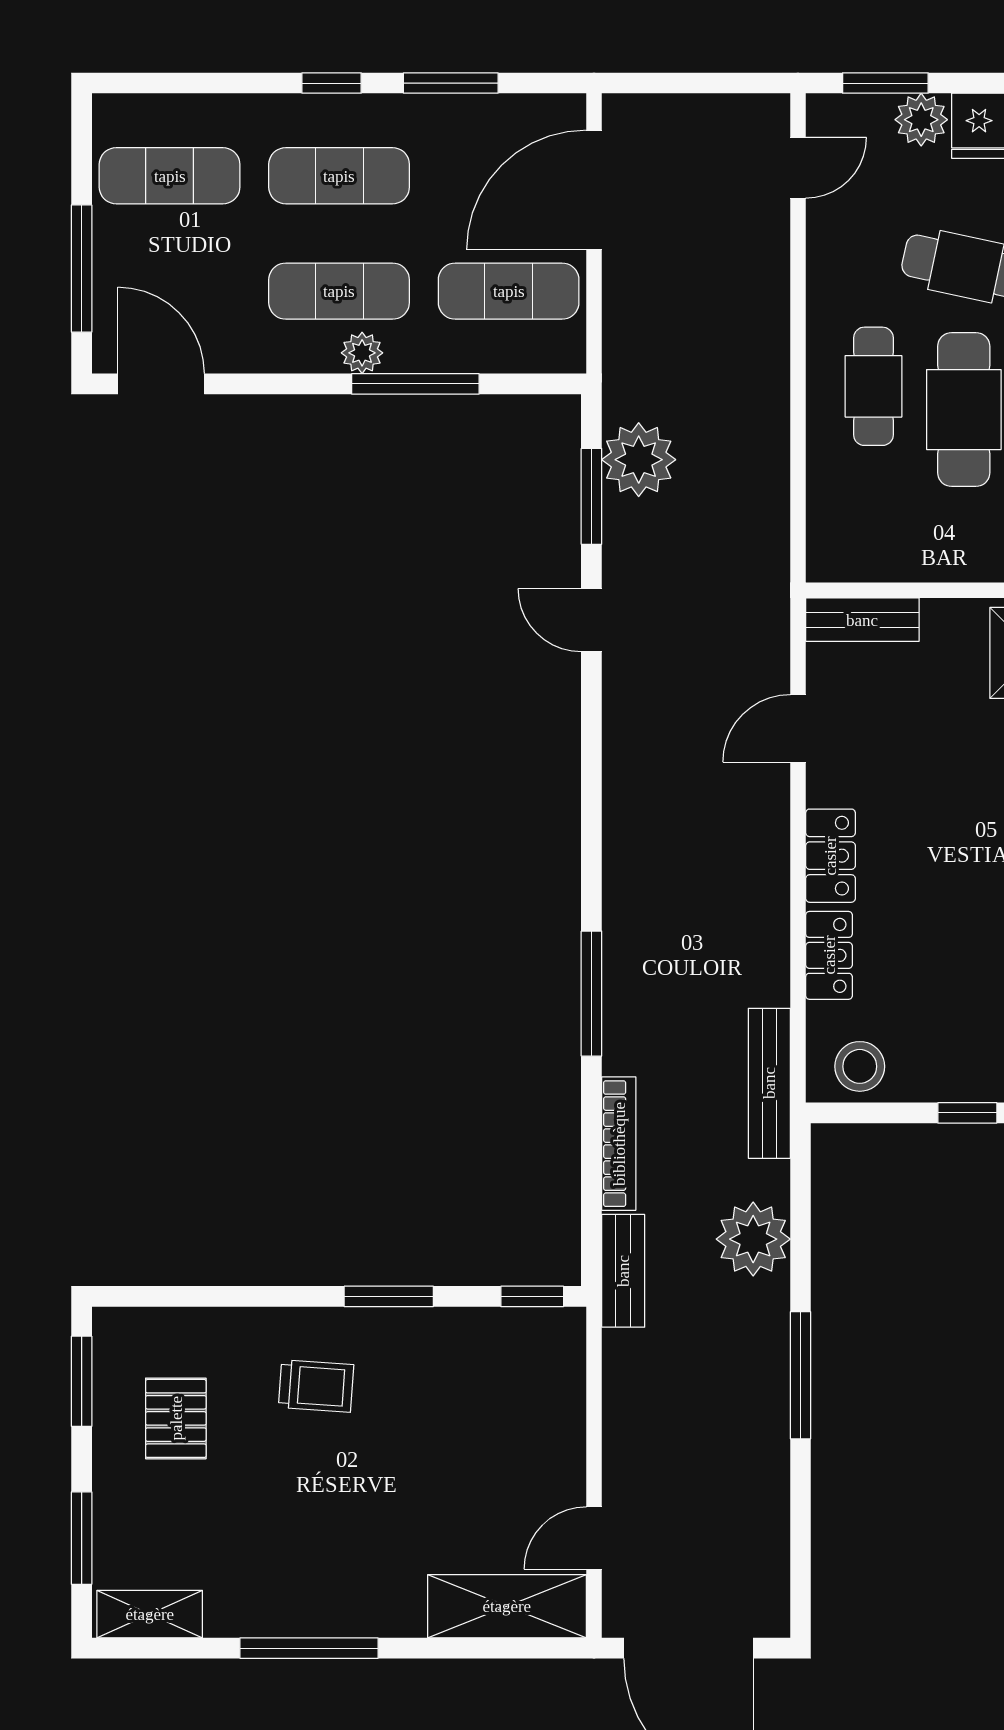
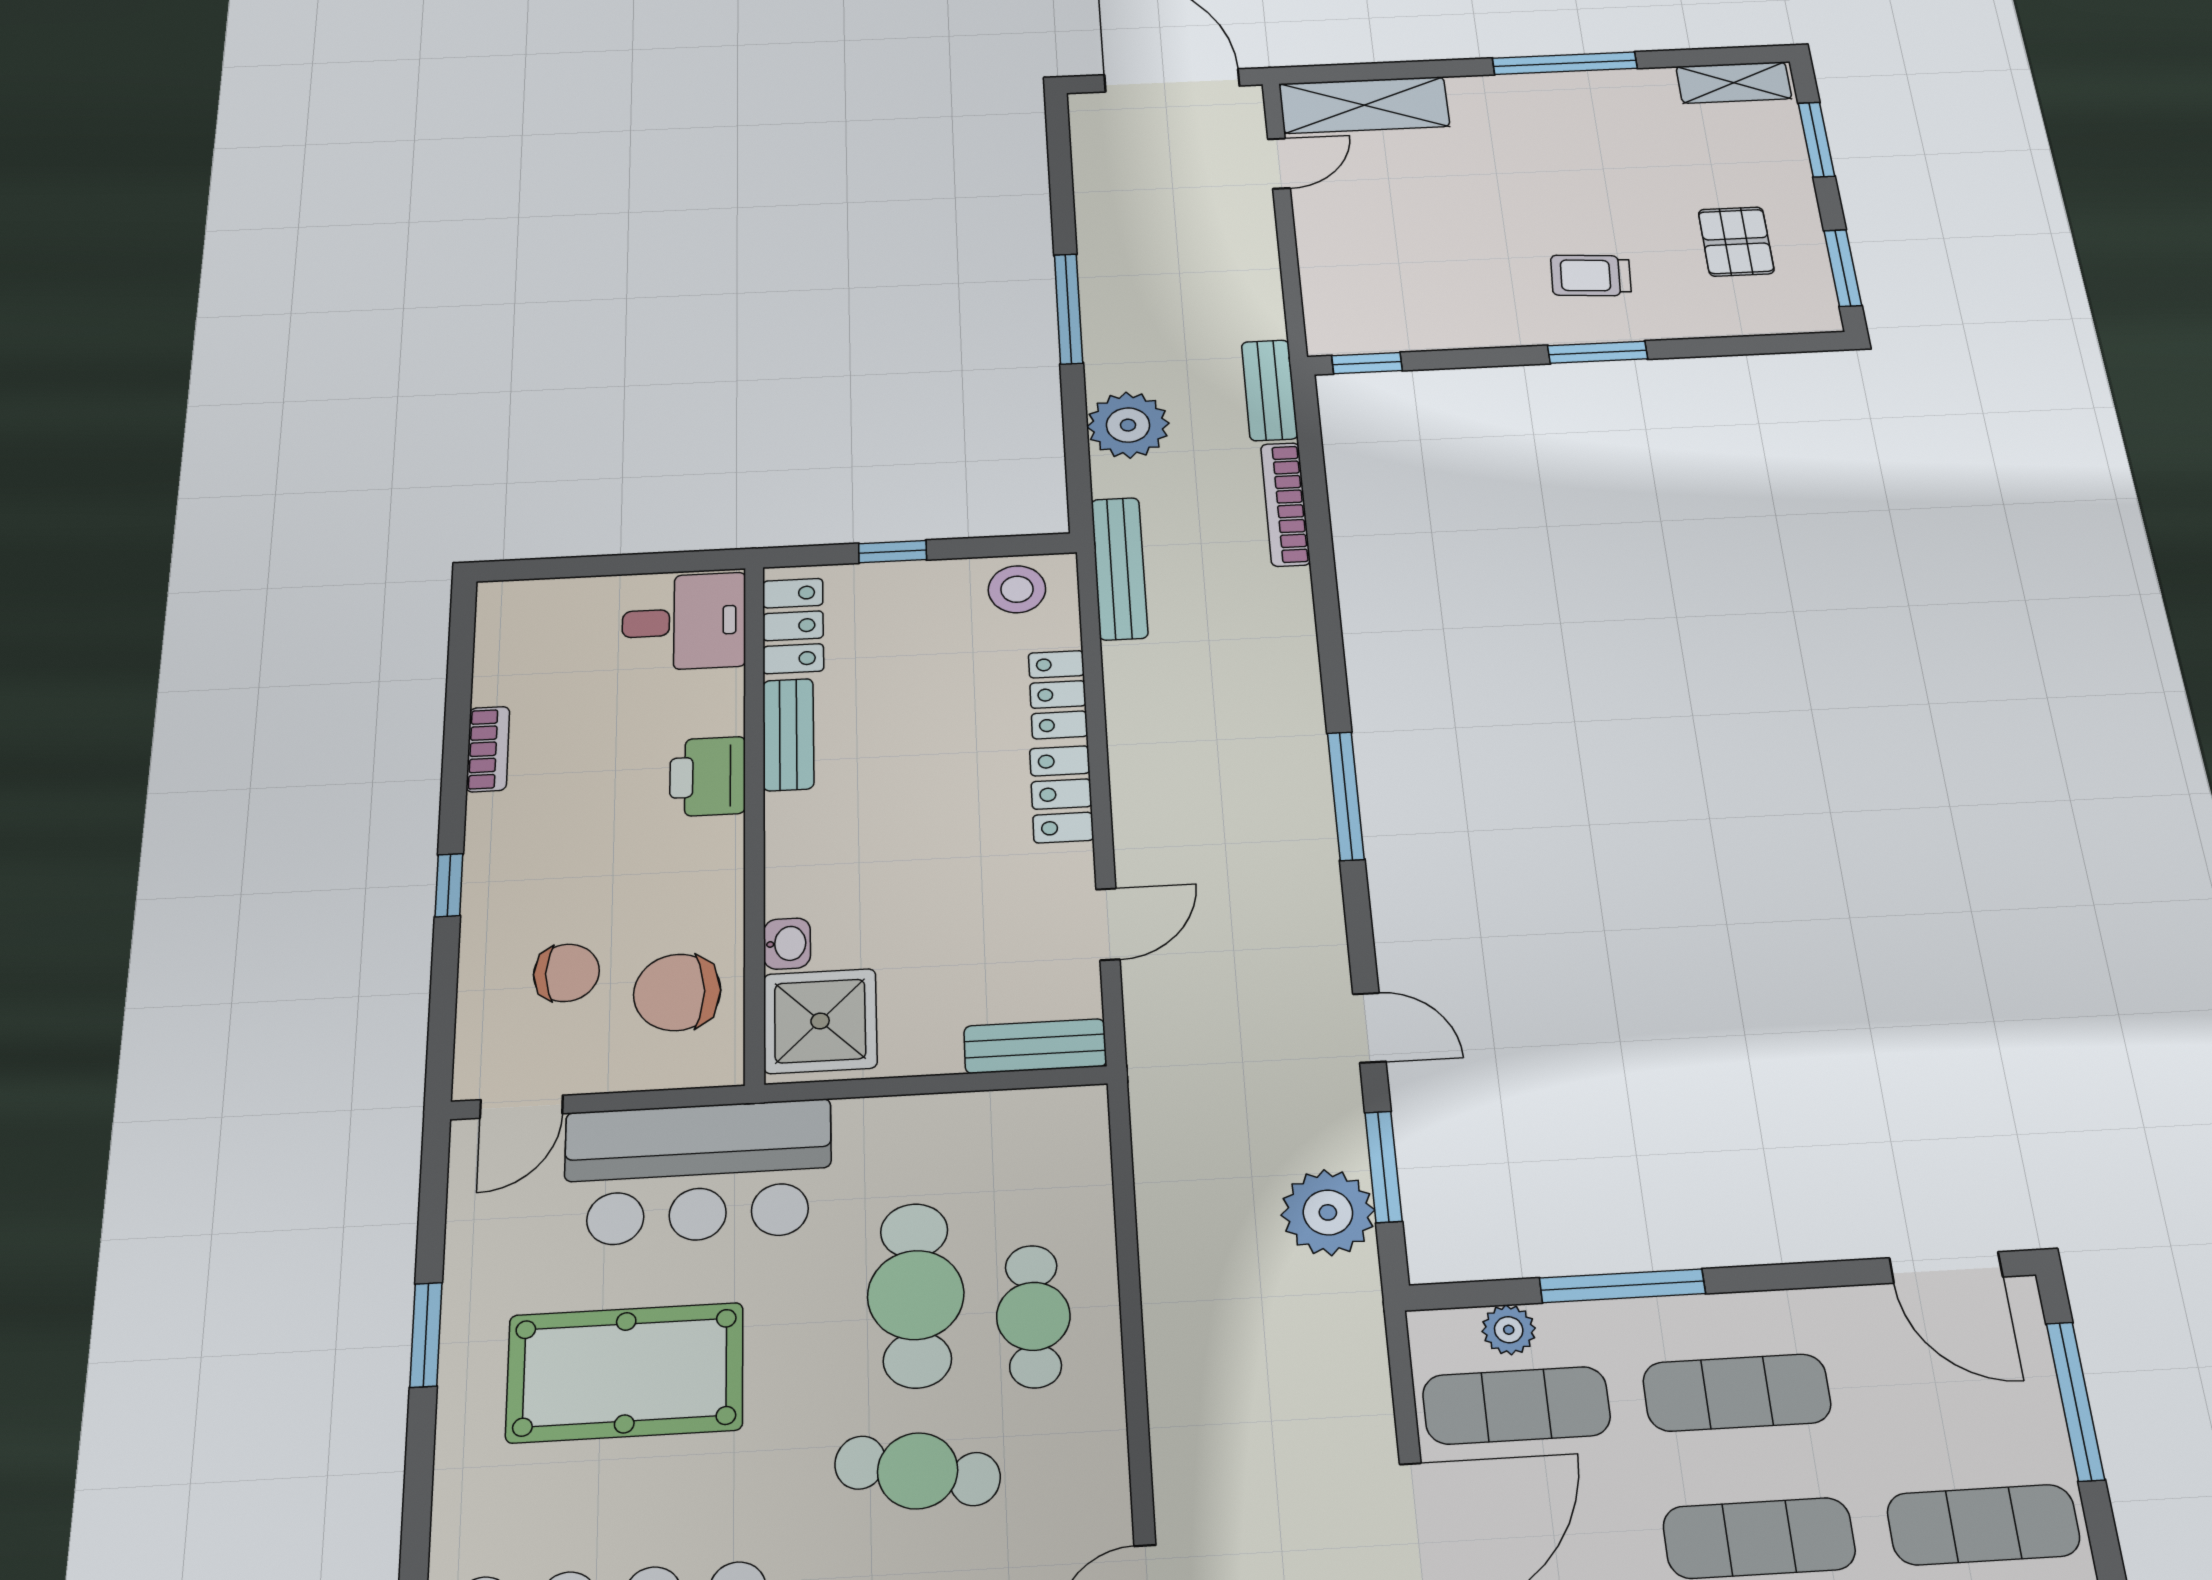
plant: (362, 353) -> (1509, 1330), moved
window: (591, 994) -> (1346, 796), moved
window: (389, 1296) -> (1598, 352), moved

